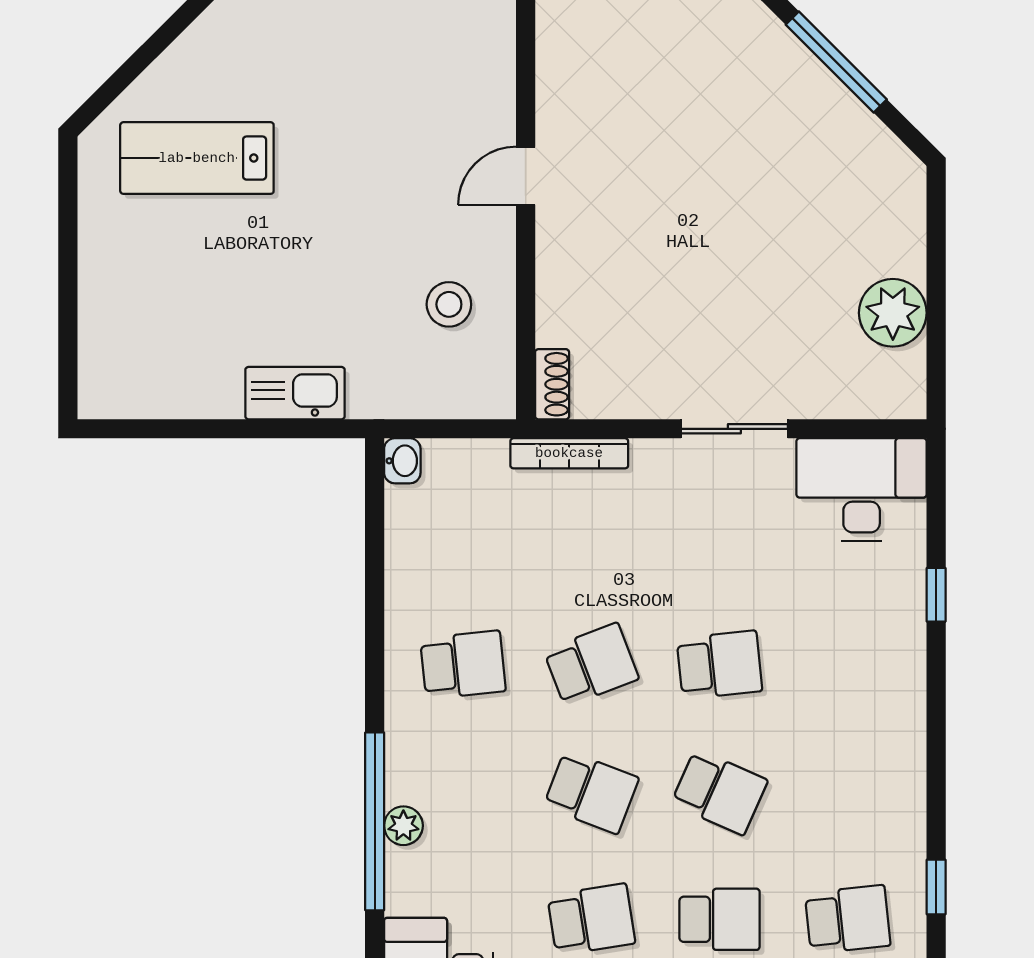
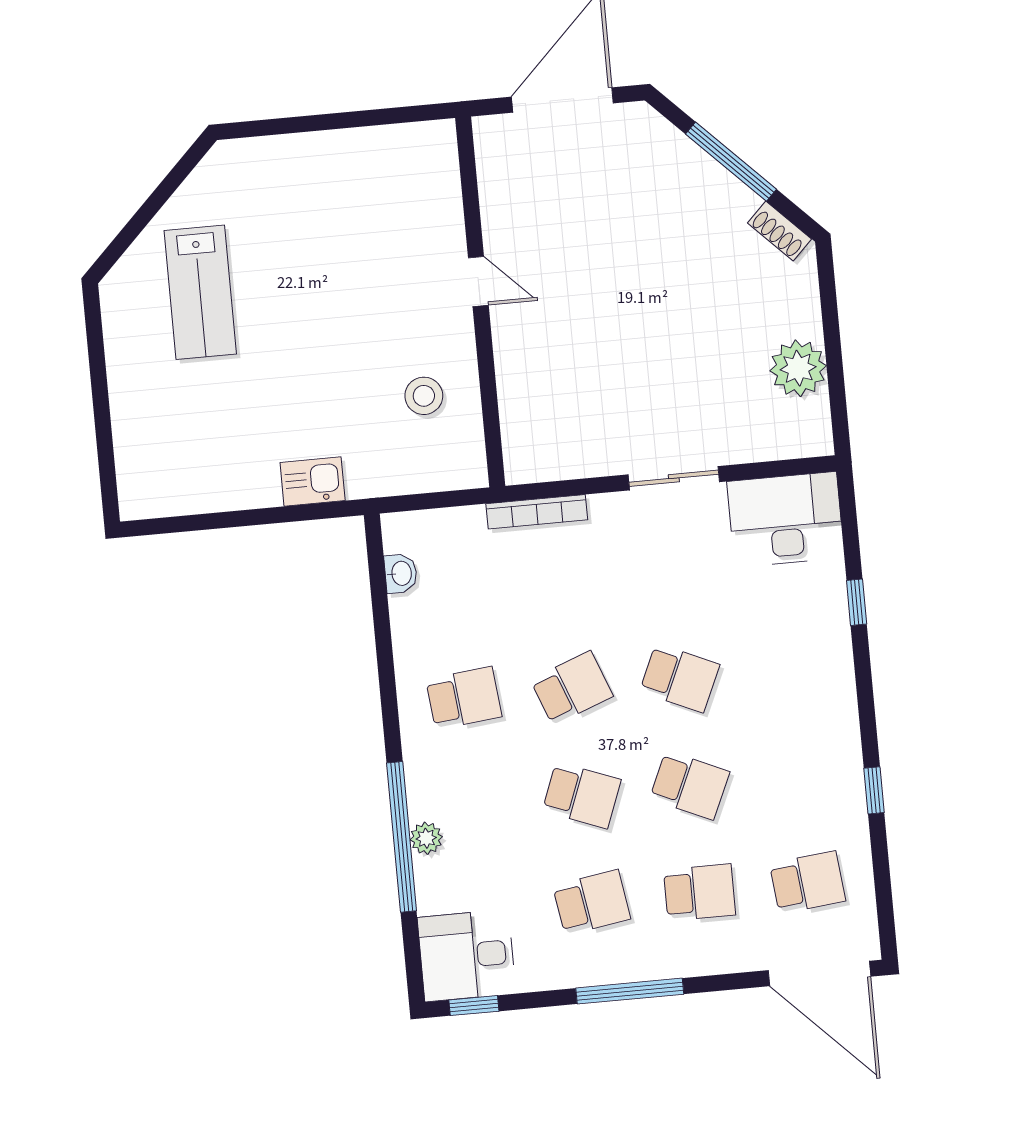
lab bench: (197, 158) -> (200, 292), turned -90
door: (526, 176) -> (478, 282), swing flipped
shoe rack: (552, 384) -> (780, 231), moved, turned 135
kitchen sink: (295, 393) -> (313, 481), width x0.73
washbasin: (402, 461) -> (401, 573), moved
school desk: (719, 665) -> (680, 678), turned 30
window: (936, 887) -> (874, 790), moved

